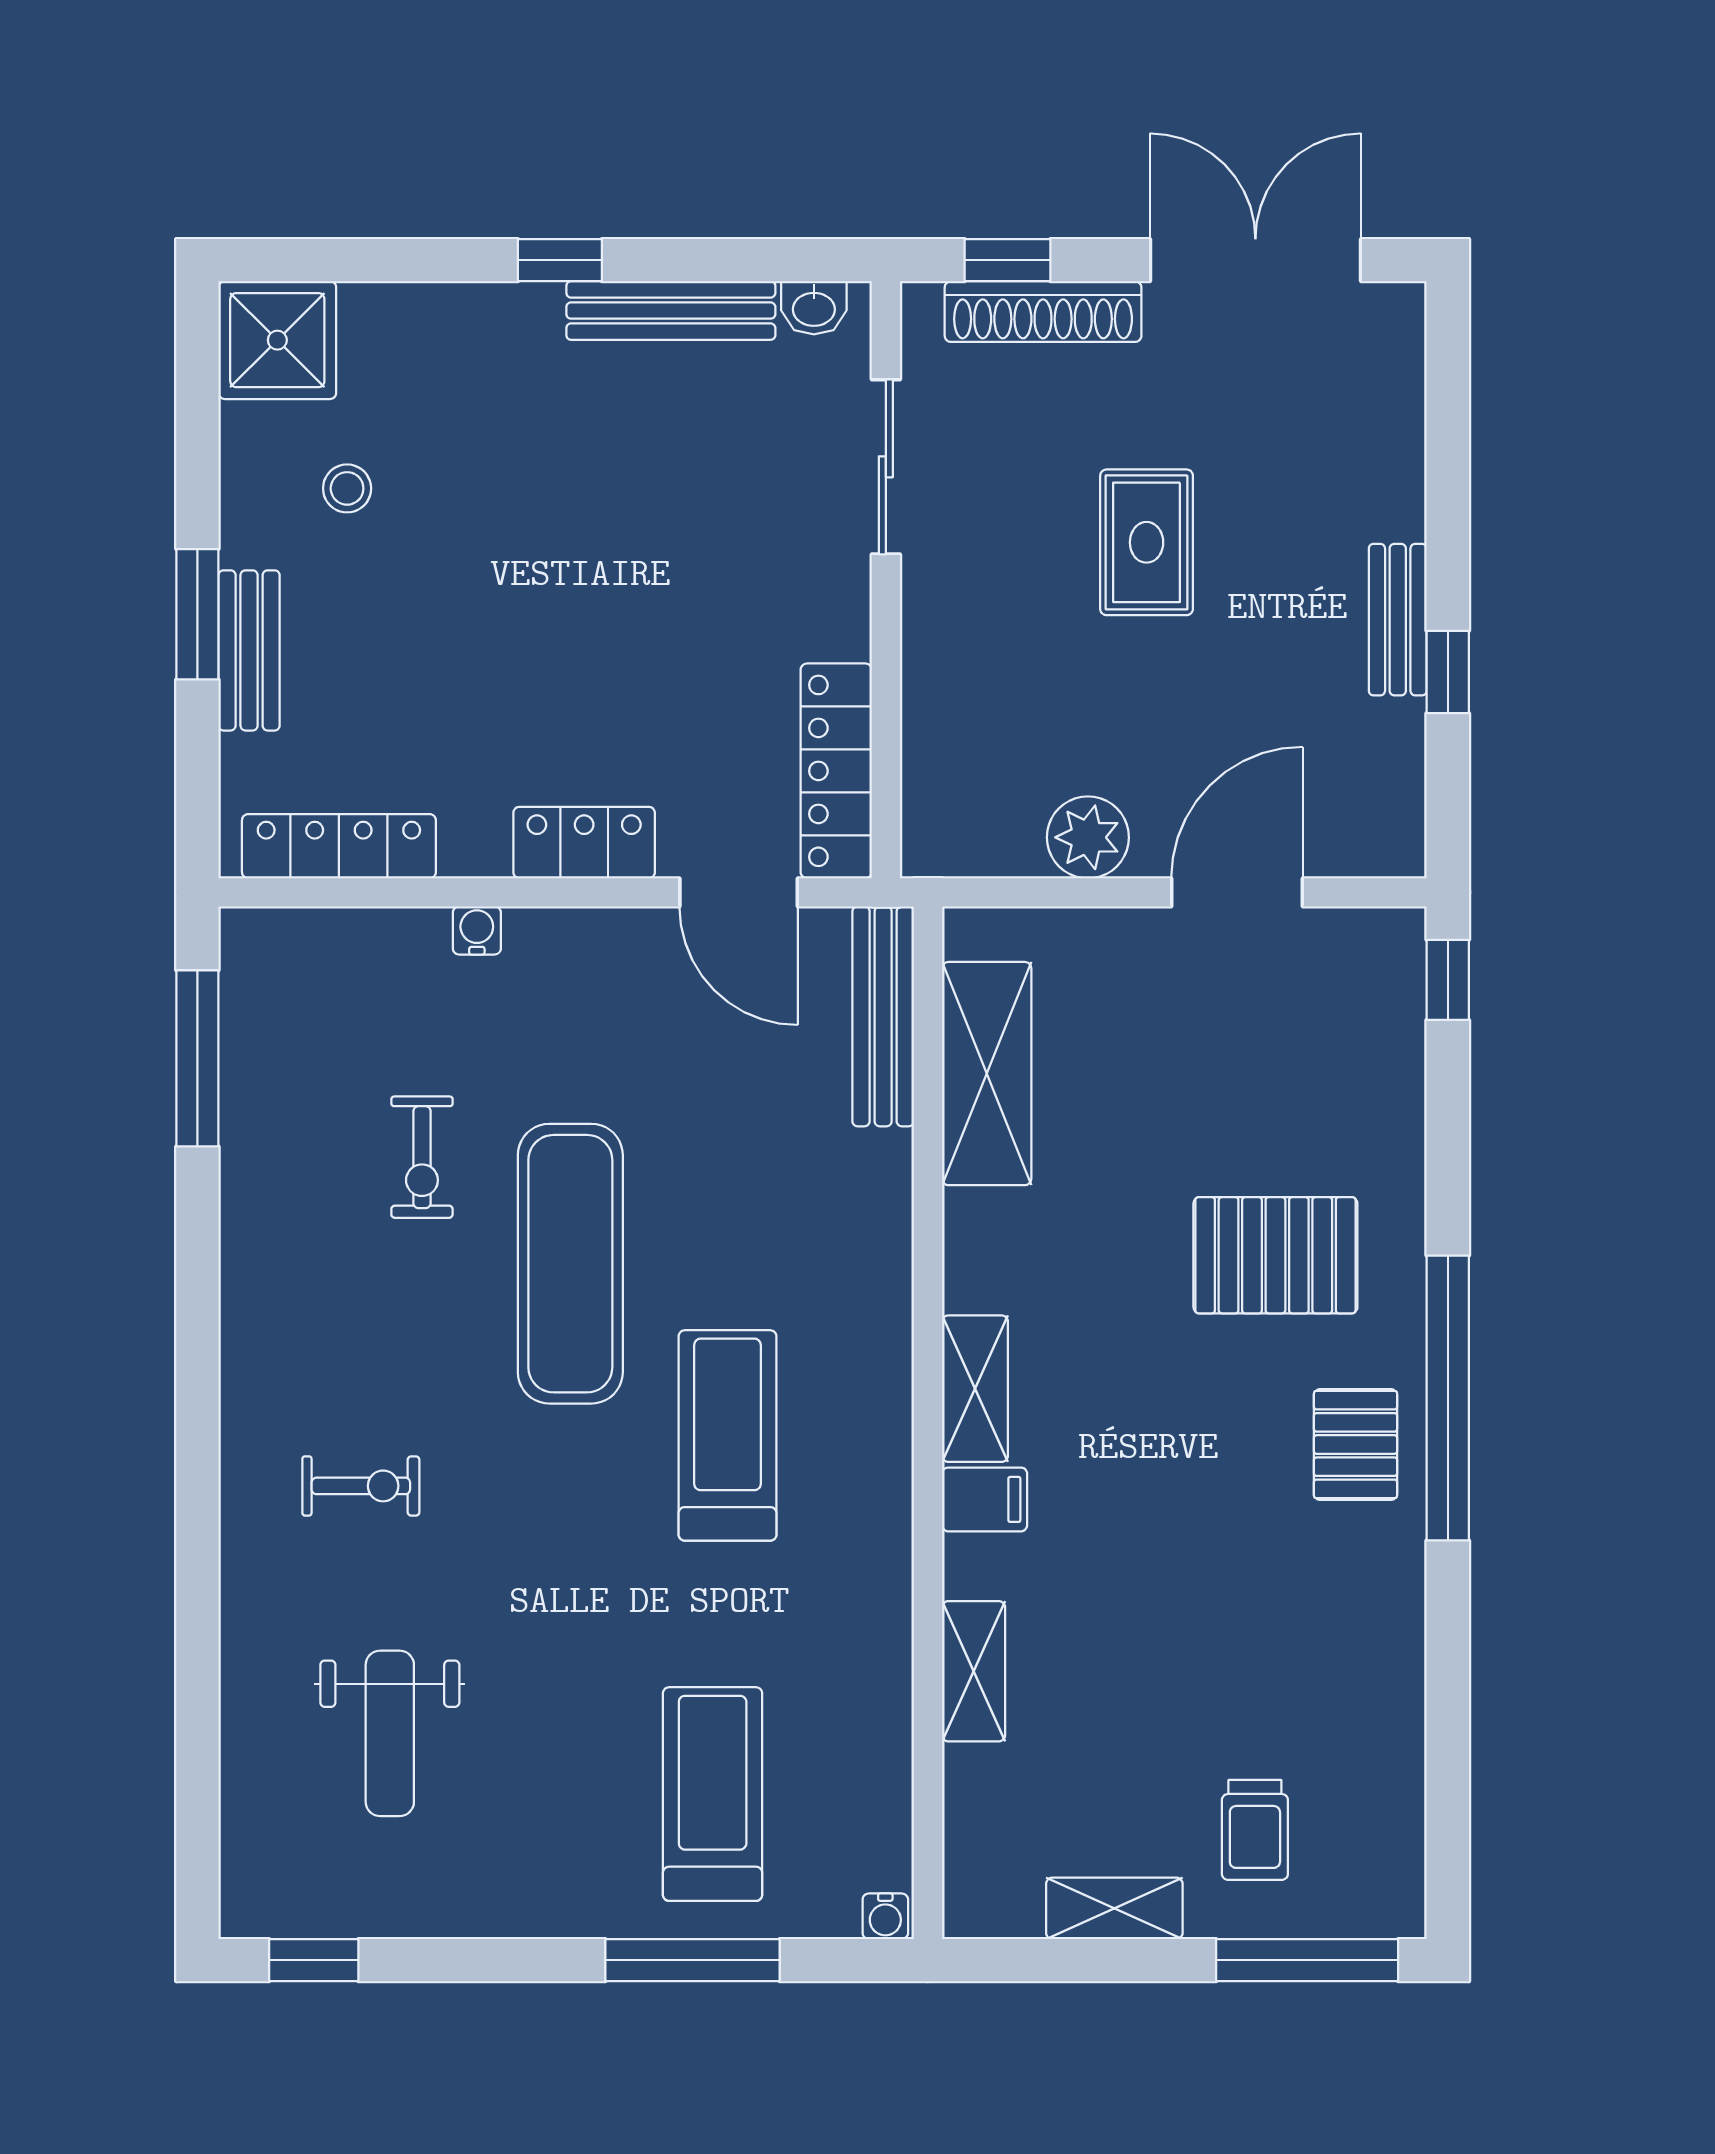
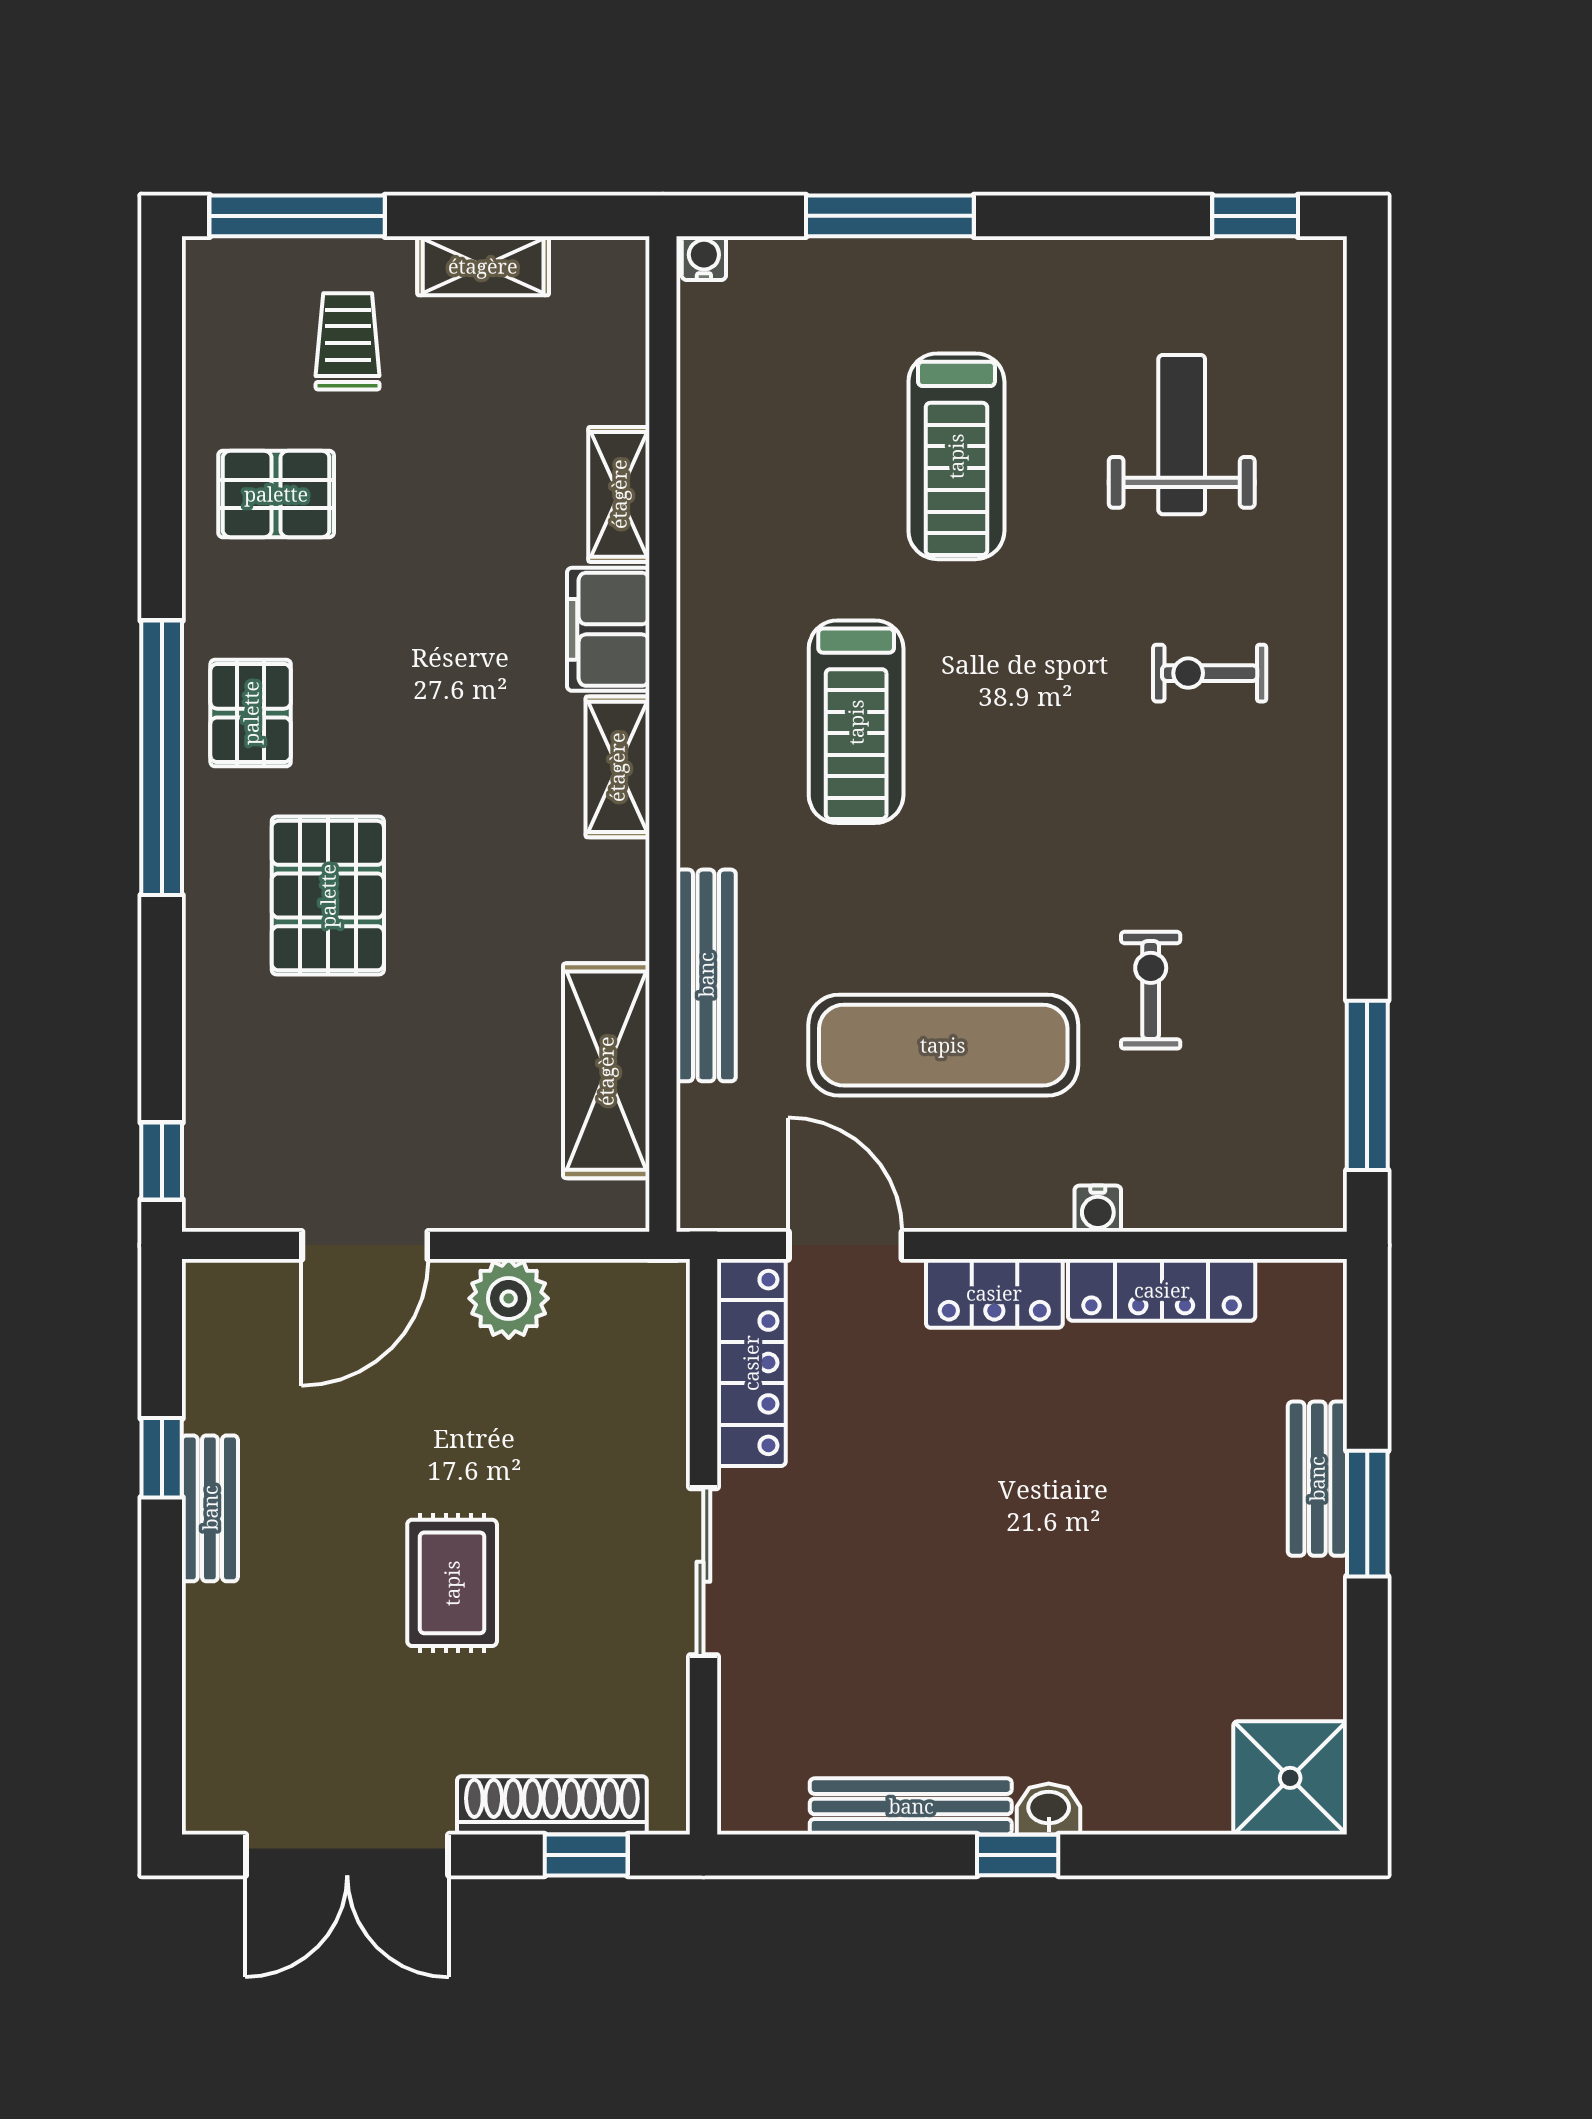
washbasin: (814, 308) -> (1049, 1809), moved
sliding door: (886, 467) -> (703, 1572), moved
stool: (347, 488) -> (1223, 1635), removed
locker: (339, 846) -> (1162, 1290), moved
bench: (883, 1016) -> (706, 975), moved
pallet: (1275, 1255) -> (328, 896), turned 90
exercise mat: (570, 1264) -> (943, 1045), moved, turned 90
filing cabinet: (985, 1499) -> (608, 629), width x2.00
pallet: (1329, 1672) -> (276, 494), added
treadmill: (713, 1794) -> (956, 456), moved

